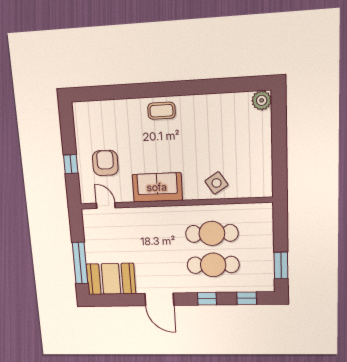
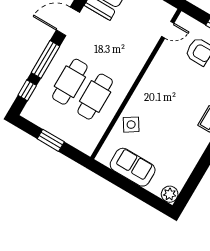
sofa: (157, 187) -> (133, 167), moved, turned -90
window: (281, 266) -> (51, 140), moved
window: (207, 299) -> (46, 59), width x2.17

